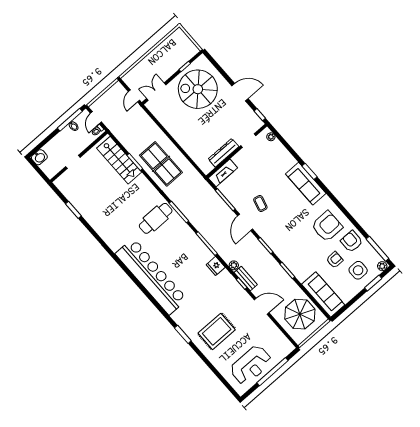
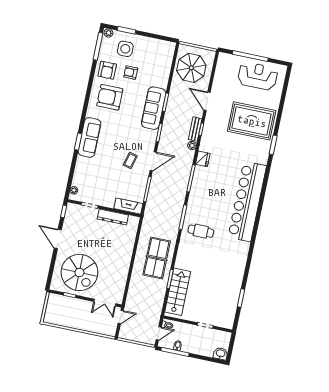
cafe table: (156, 218) -> (201, 231), width x0.73, depth x0.74
sofa: (323, 295) -> (154, 108), moved
rug: (217, 331) -> (252, 121), width x1.37, depth x1.44

